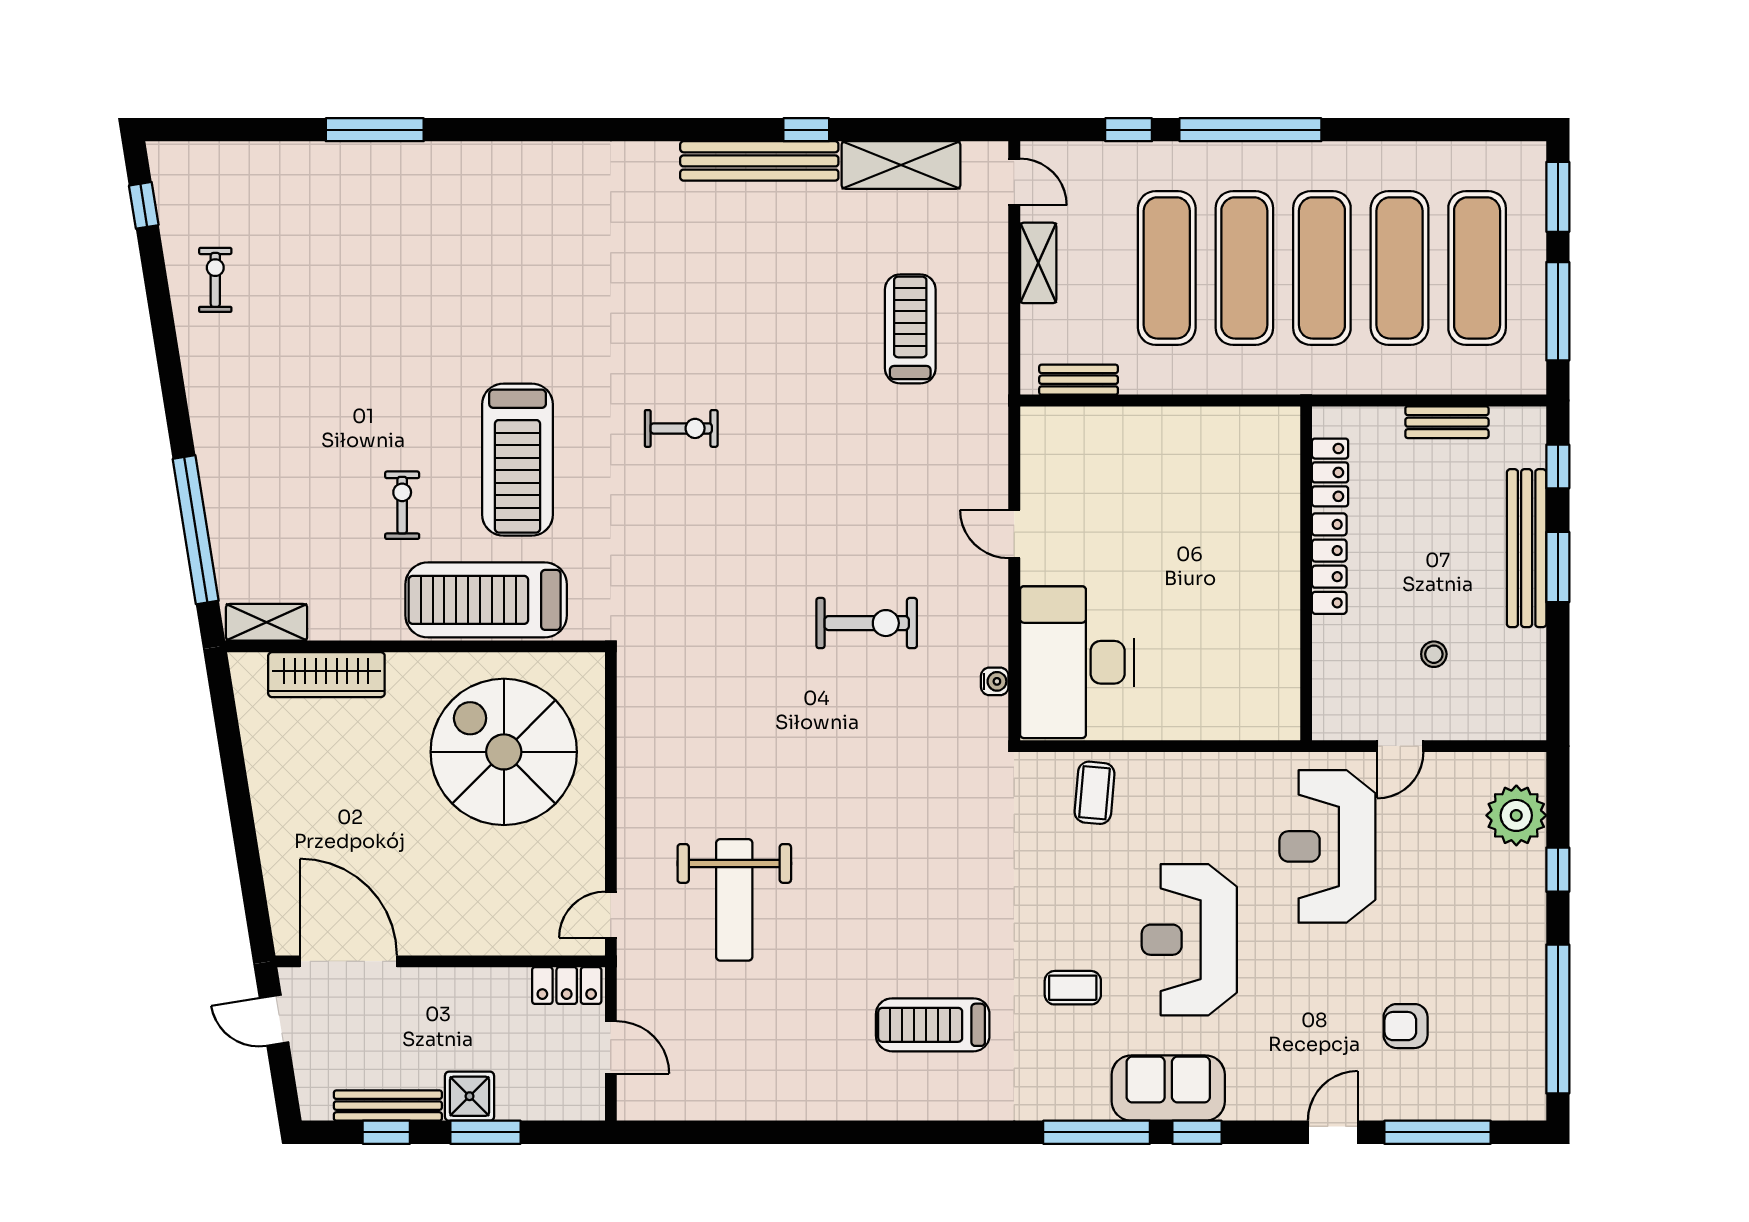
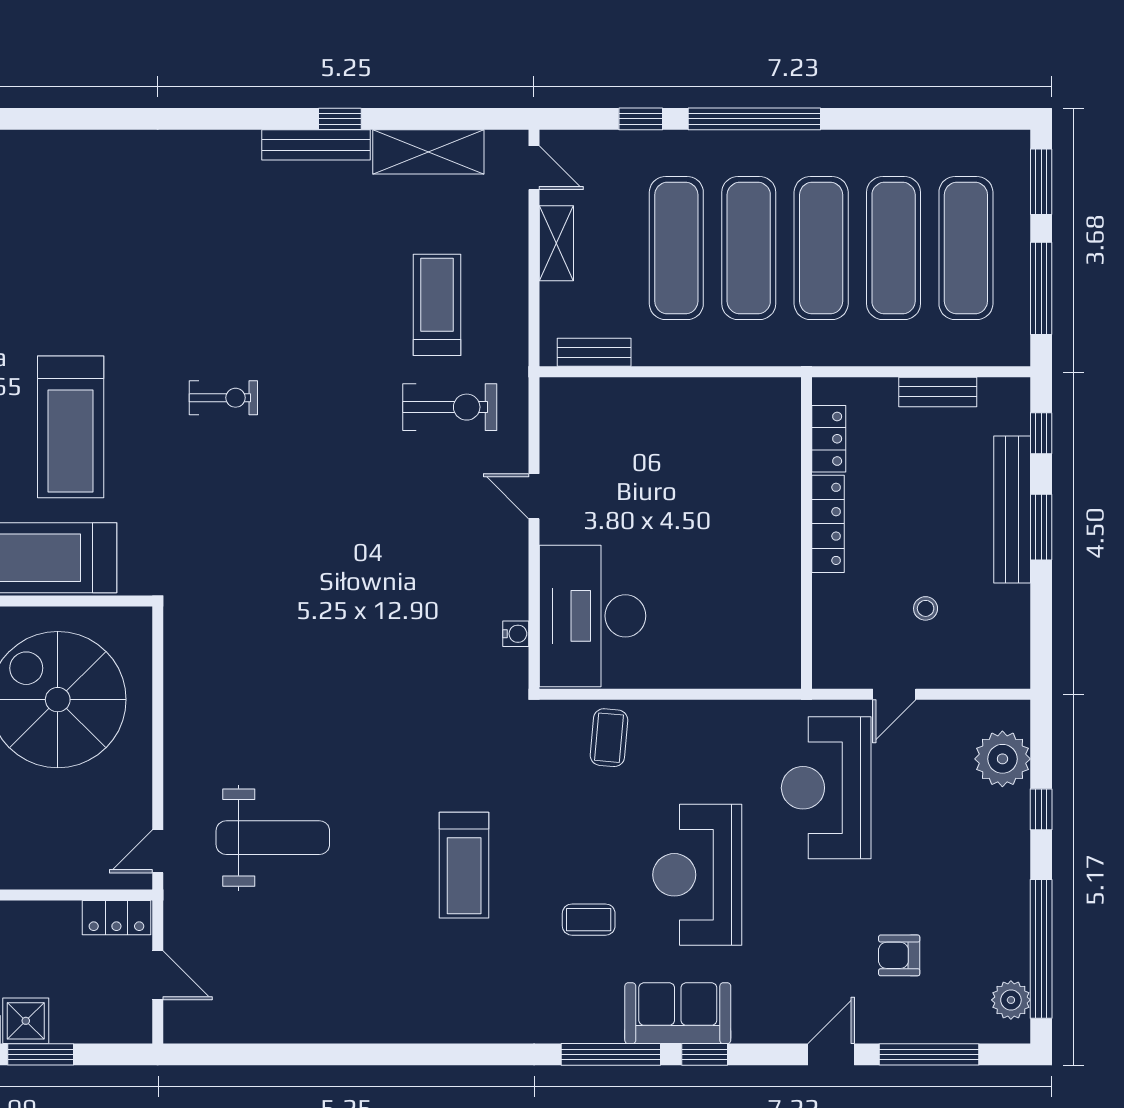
bench: (759, 161) -> (316, 145), width x0.73, depth x0.82
exercise bike: (867, 623) -> (450, 407), moved
weight bench: (734, 900) -> (273, 838), turned -90
treadmill: (933, 1025) -> (464, 865), moved, turned -90
plant: (1525, 1074) -> (1011, 1000), added

